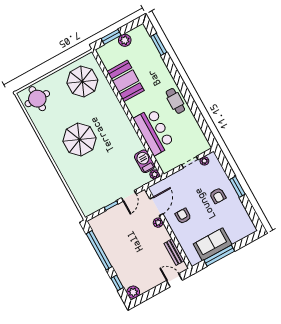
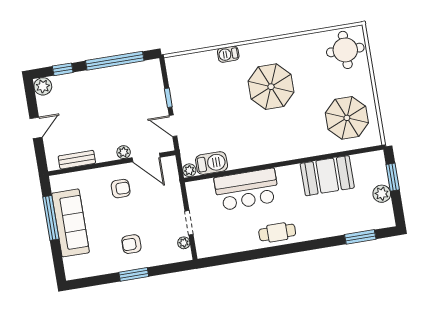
barbecue: (68, 176) -> (228, 54), added
sofa: (213, 244) -> (71, 223), width x1.36
door: (175, 280) -> (36, 128), moved

